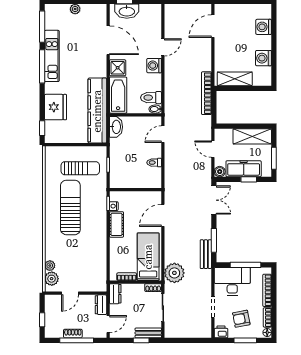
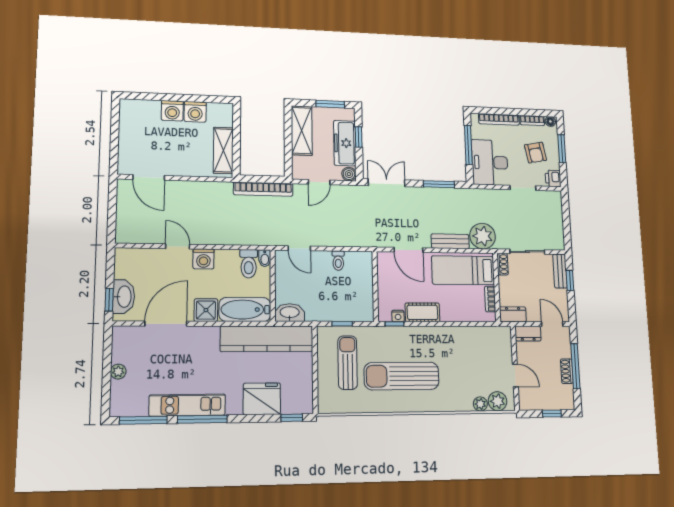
washing machine: (264, 27) -> (172, 111), moved
bookcase: (206, 93) -> (263, 189), moved
bench: (206, 254) -> (450, 241), moved

